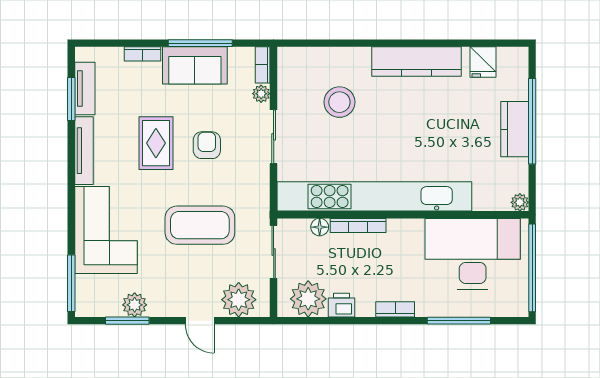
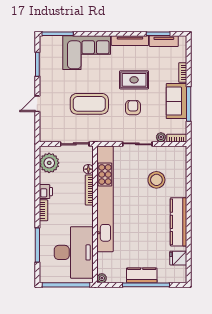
armchair: (207, 145) -> (133, 108), turned -90
coffee table: (200, 225) -> (89, 104), turned 90
plant: (239, 300) -> (49, 125), removed
plant: (135, 305) -> (46, 68), removed
printer: (341, 305) -> (46, 192), moved

